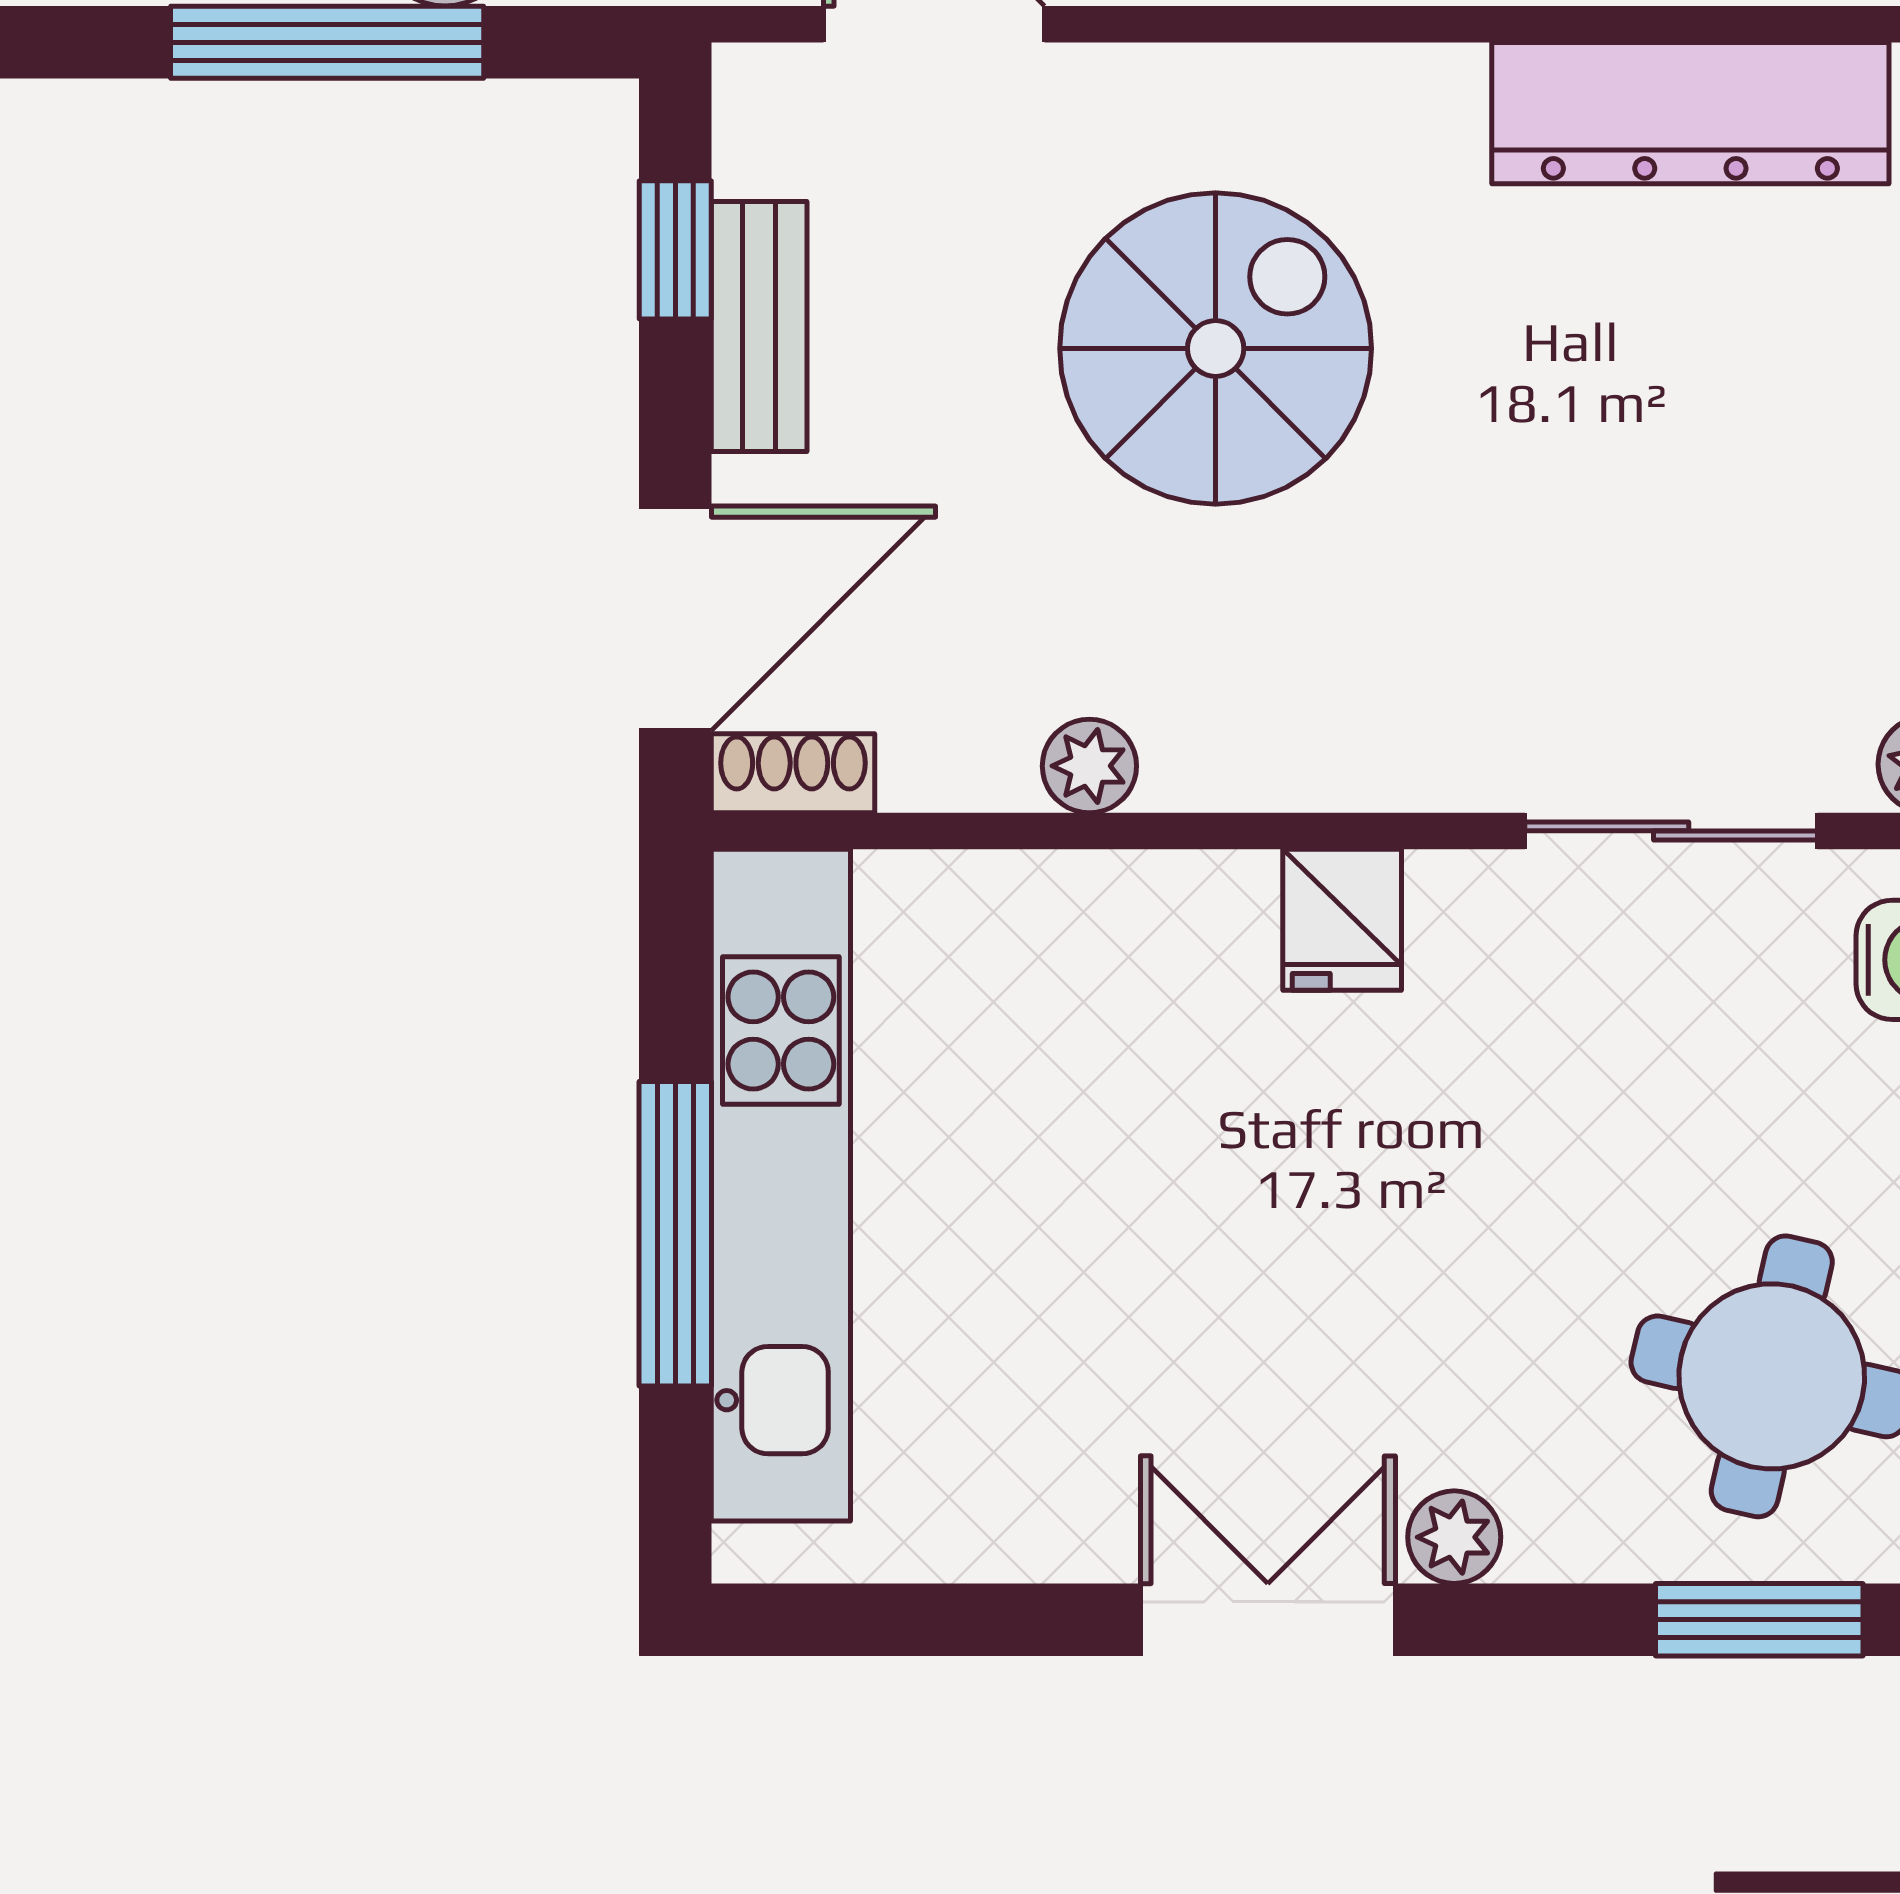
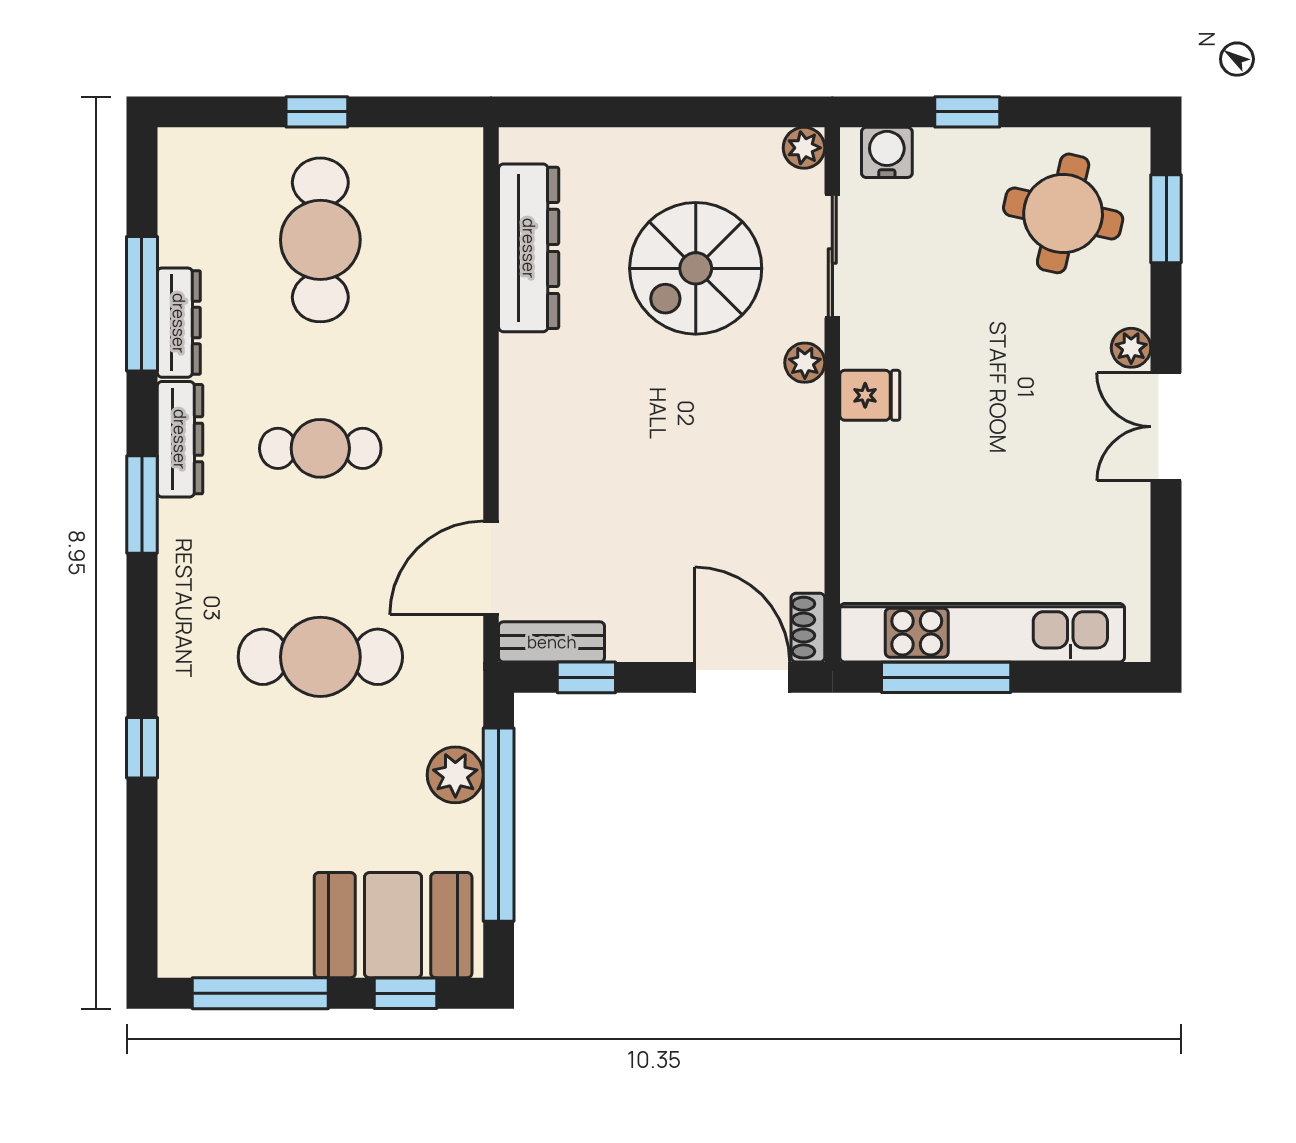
window: (327, 42) -> (499, 825), width x1.46
bench: (759, 327) -> (552, 642), moved
spiral stairs: (1216, 348) -> (696, 268), moved, turned -90
plant: (1089, 766) -> (805, 363), moved
window: (675, 1234) -> (946, 677), moved

